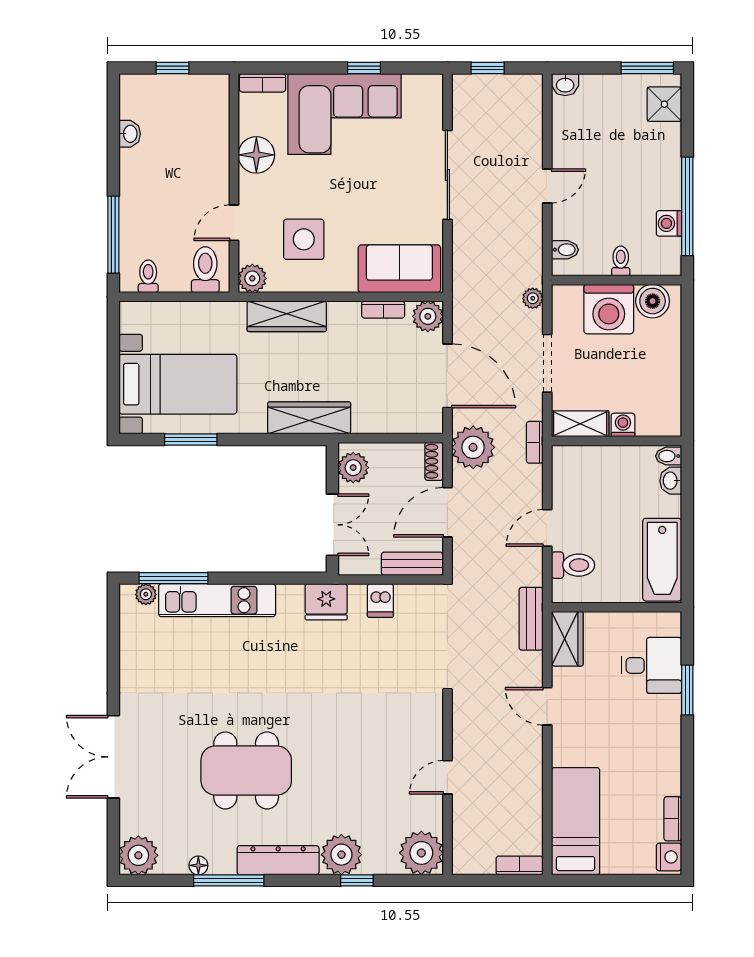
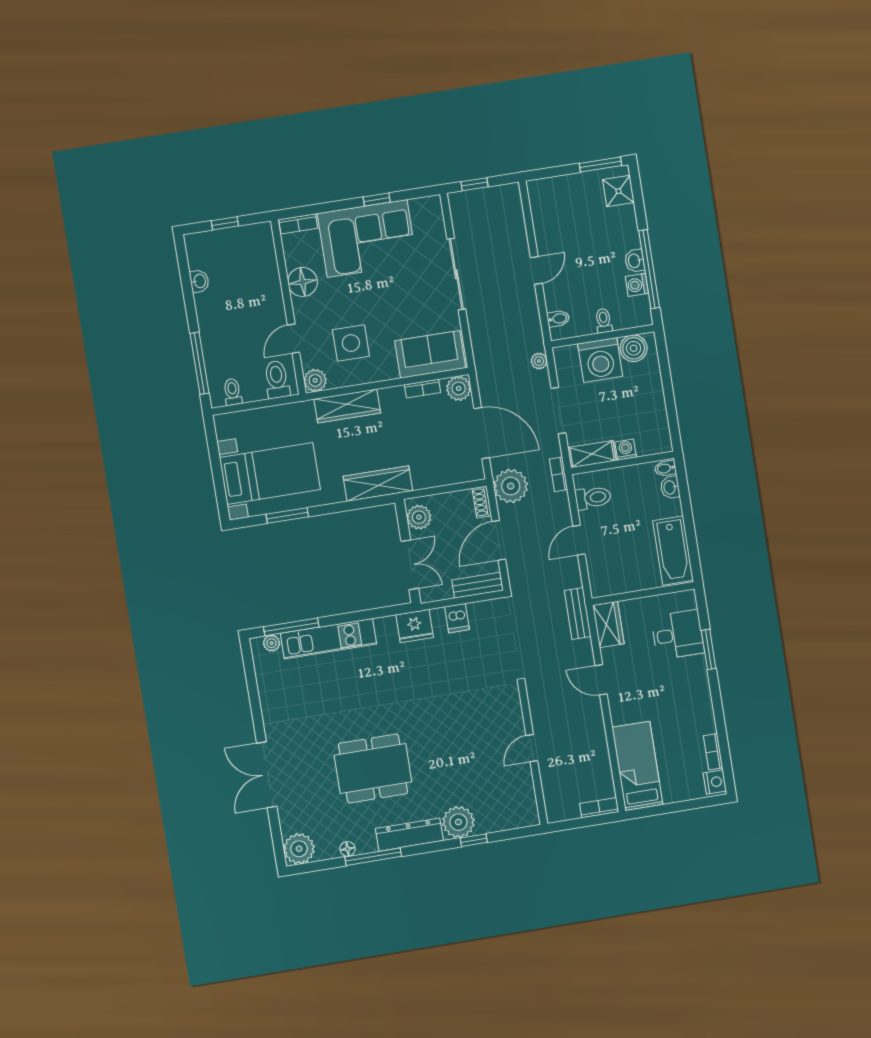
washbasin: (565, 85) -> (634, 261), moved, turned 90
toilet: (573, 565) -> (593, 498), moved
plant: (421, 853) -> (521, 810), removed

